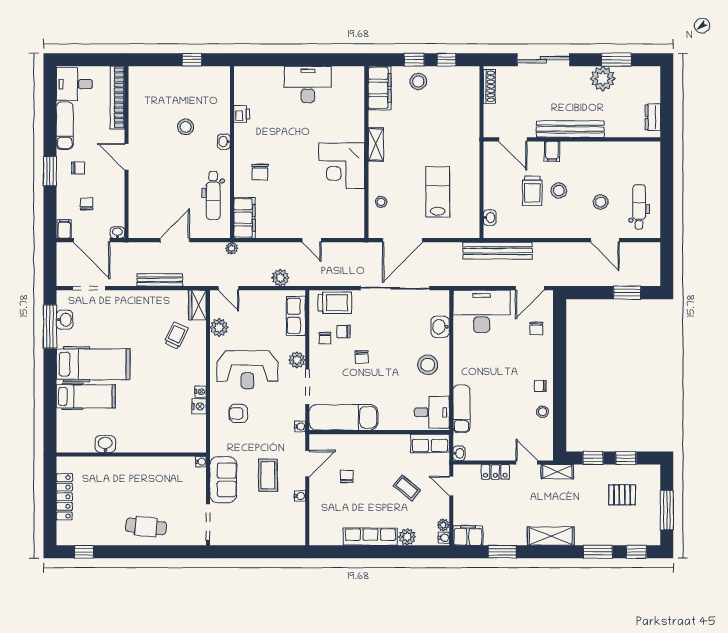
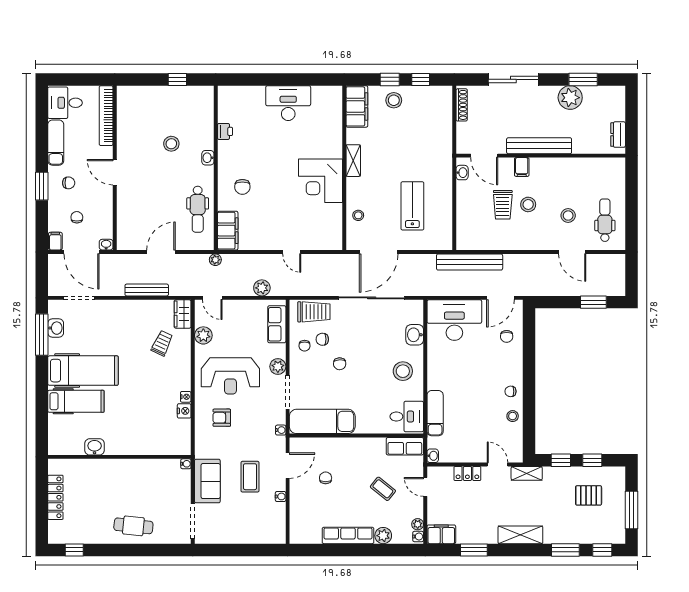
washbasin: (490, 218) -> (462, 173), moved

